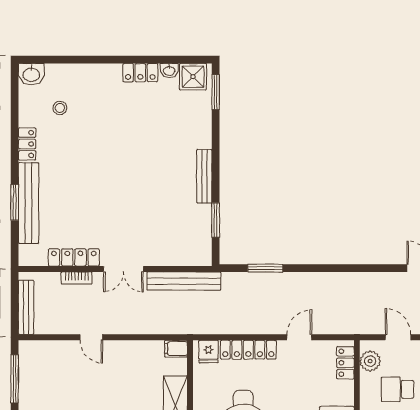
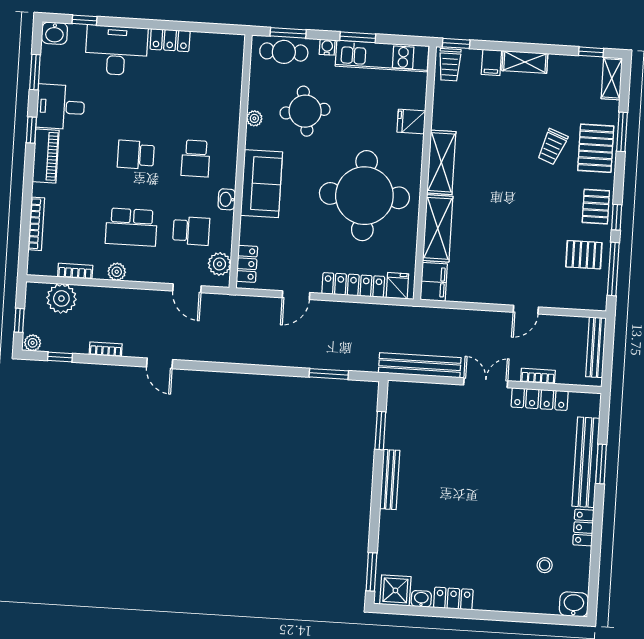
door: (91, 337) -> (526, 310), swing flipped
filing cabinet: (176, 349) -> (434, 282), width x2.00
pallet: (42, 390) -> (584, 255), added

